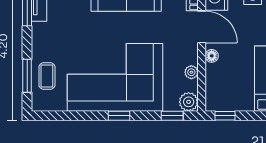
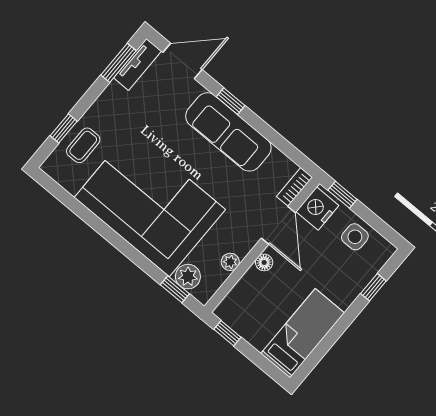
window: (27, 76) -> (64, 128), width x0.67
plant: (189, 102) -> (188, 277), moved
window: (119, 116) -> (122, 245), removed

